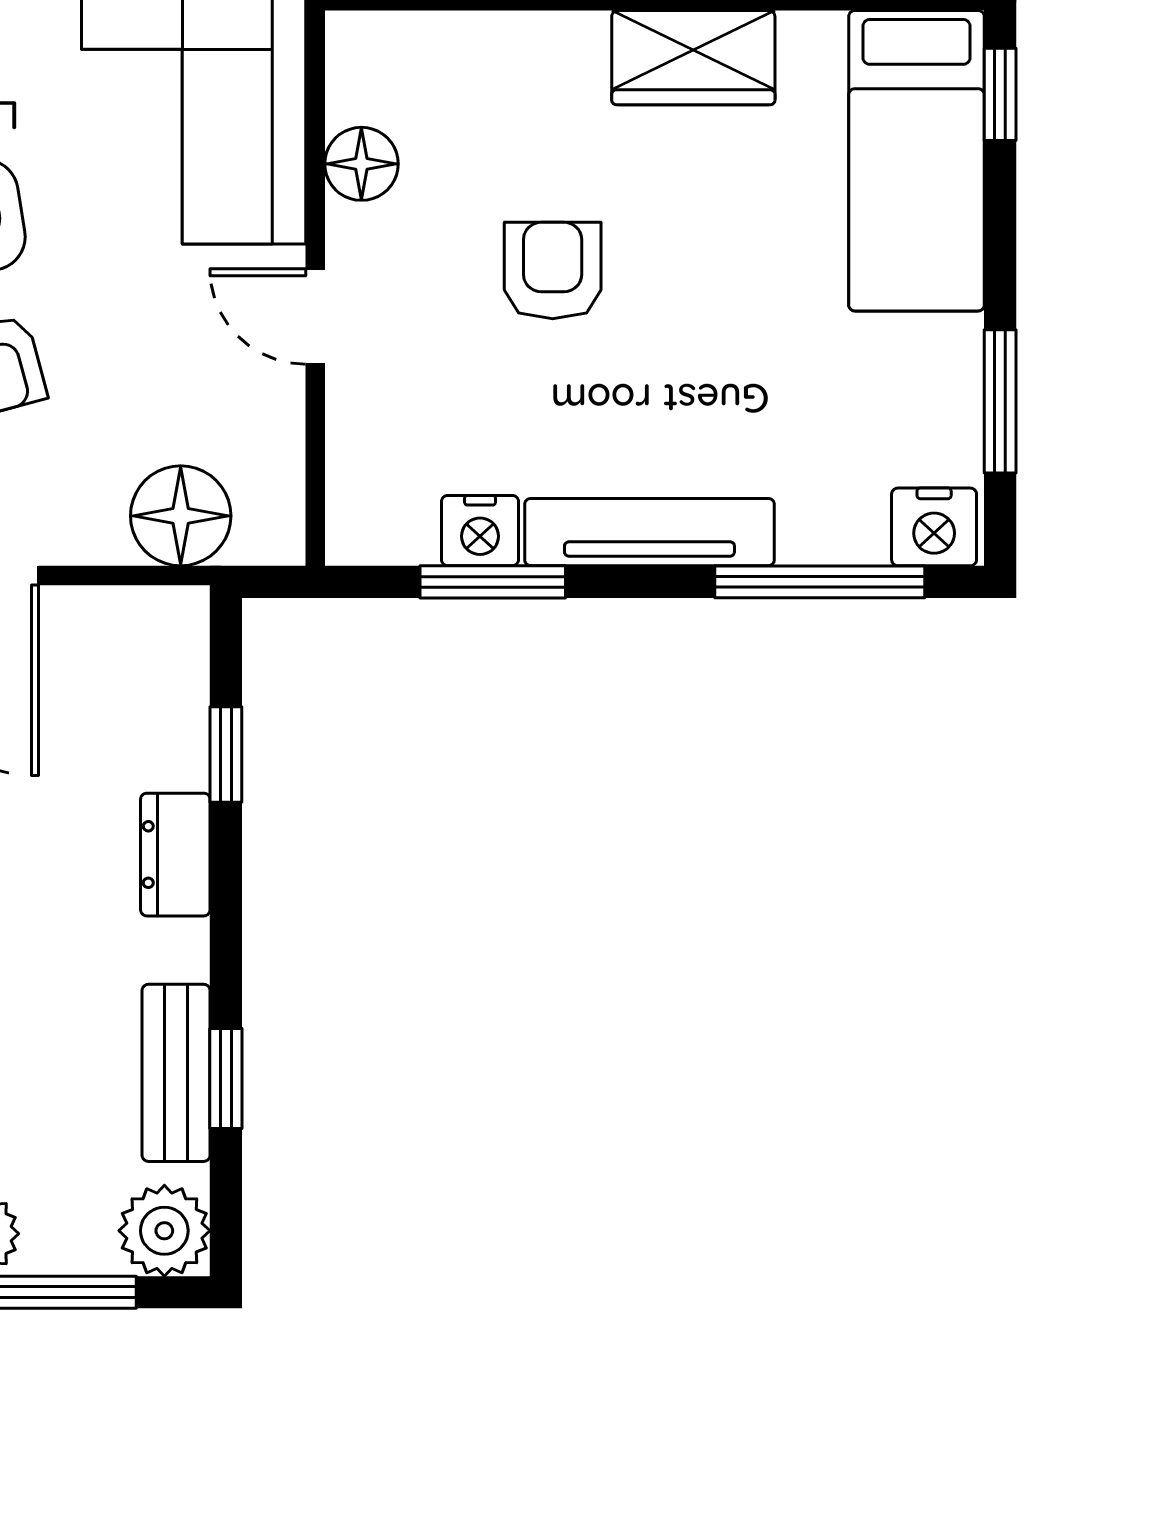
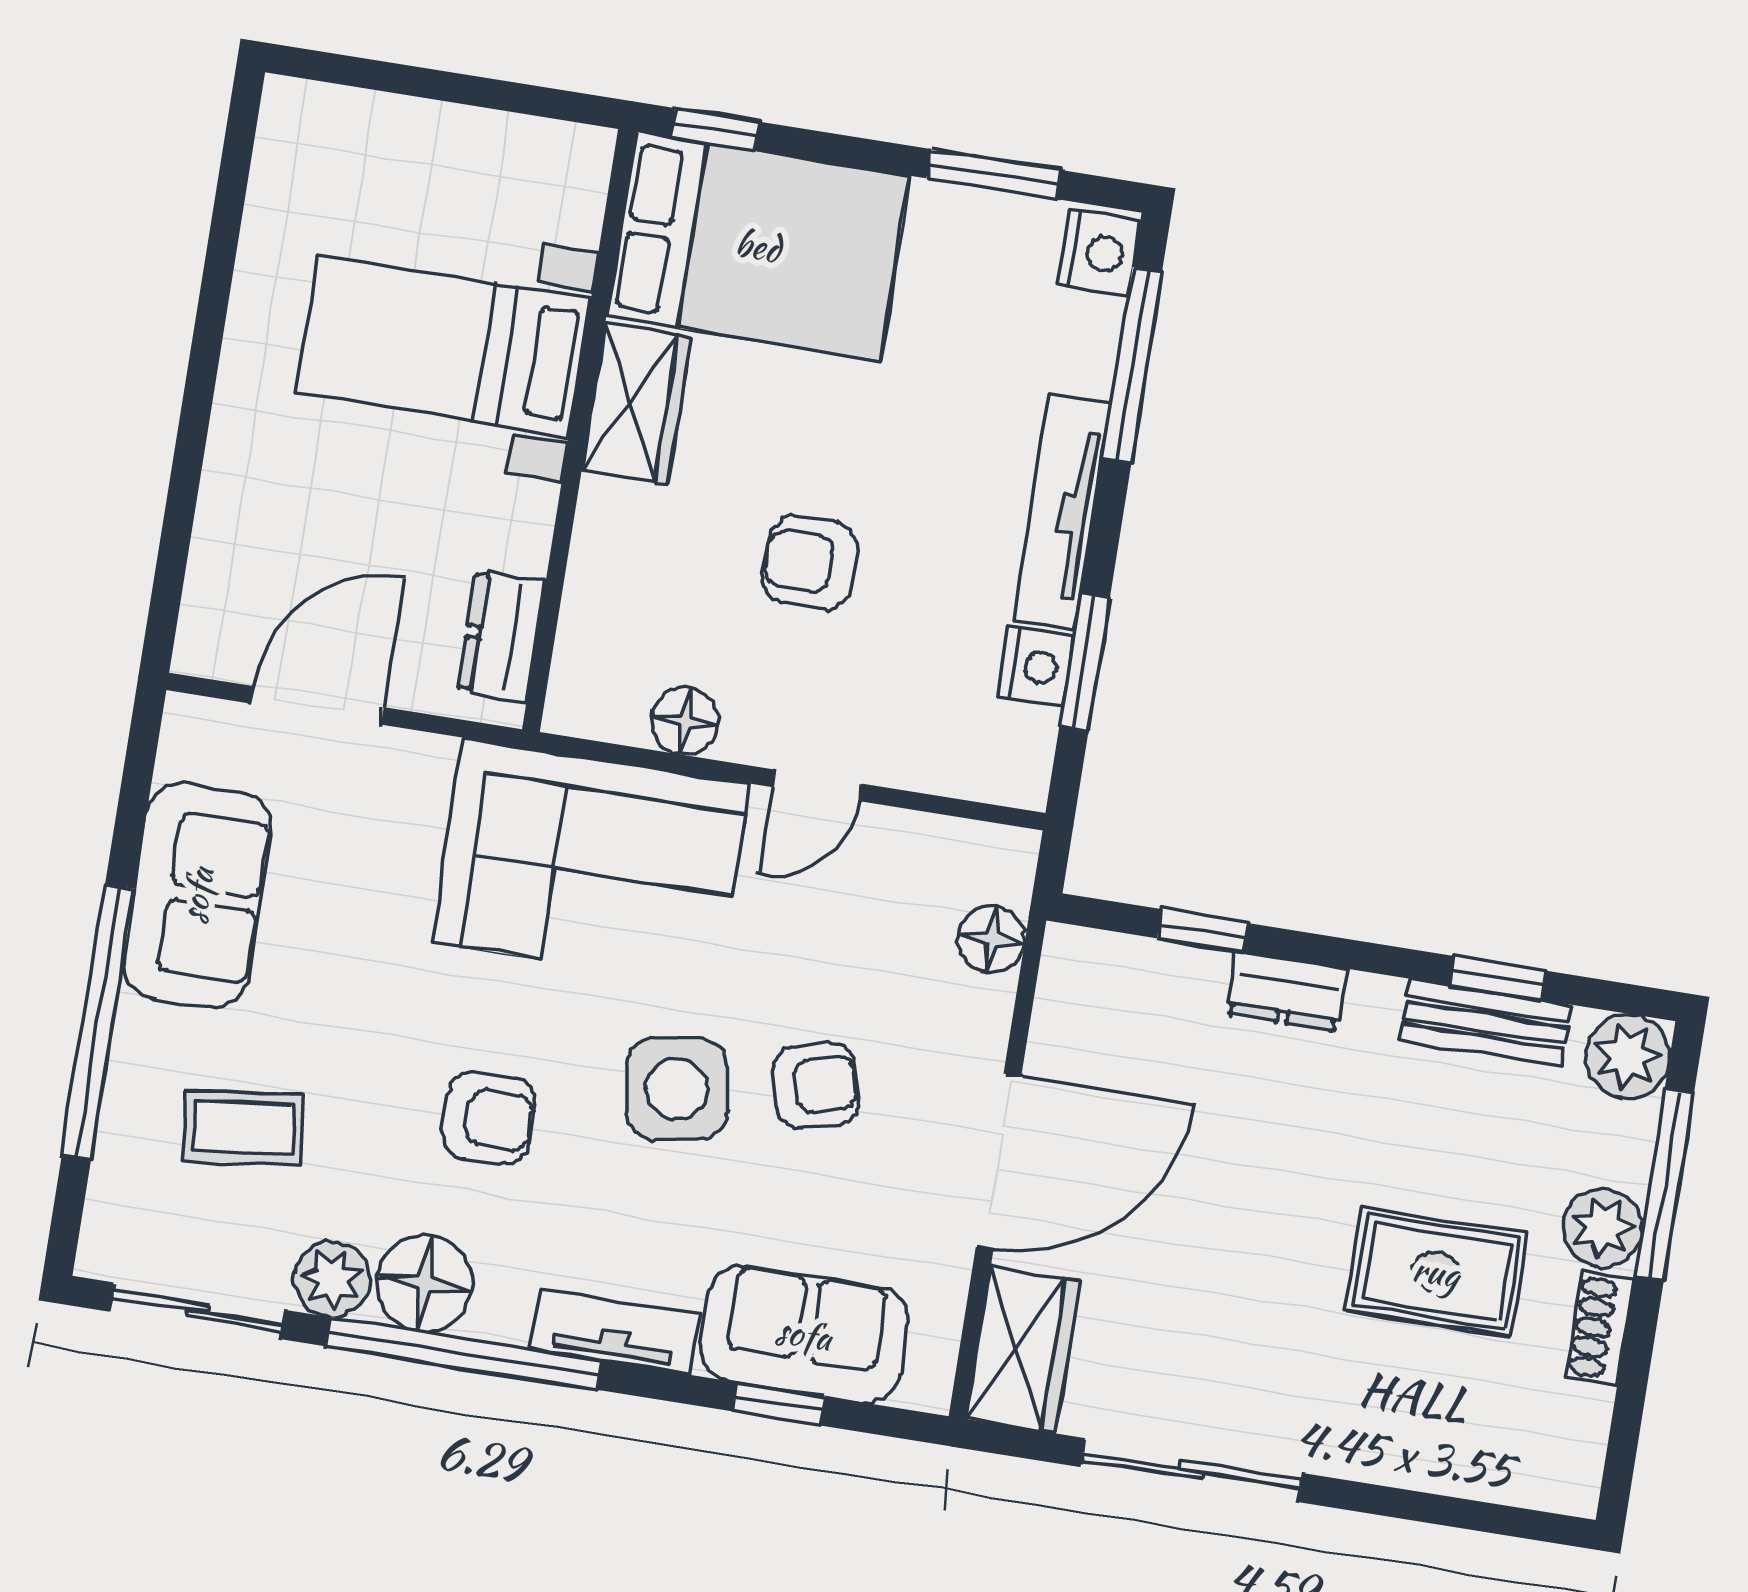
bed: (916, 161) -> (758, 246), width x1.50
floor lamp: (181, 516) -> (991, 939), width x0.73, depth x0.73

